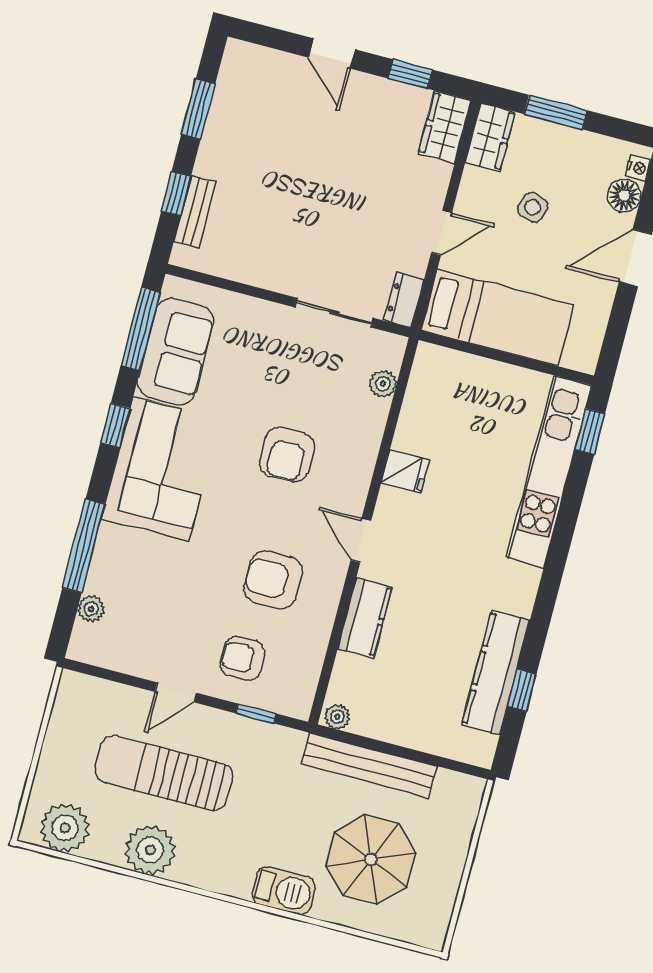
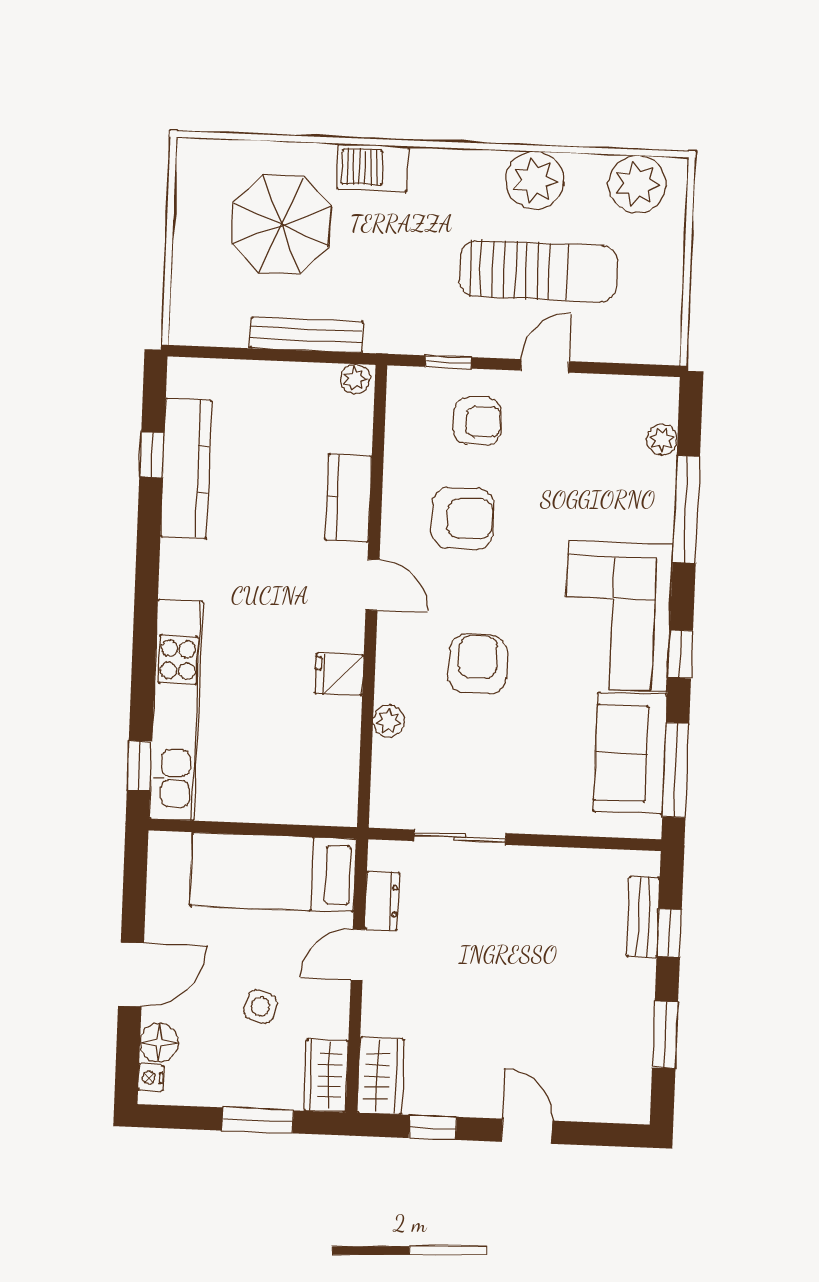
dresser: (404, 300) -> (382, 901), moved
plant: (383, 384) -> (389, 721), moved
bench: (369, 765) -> (307, 335), width x0.73, depth x0.82

